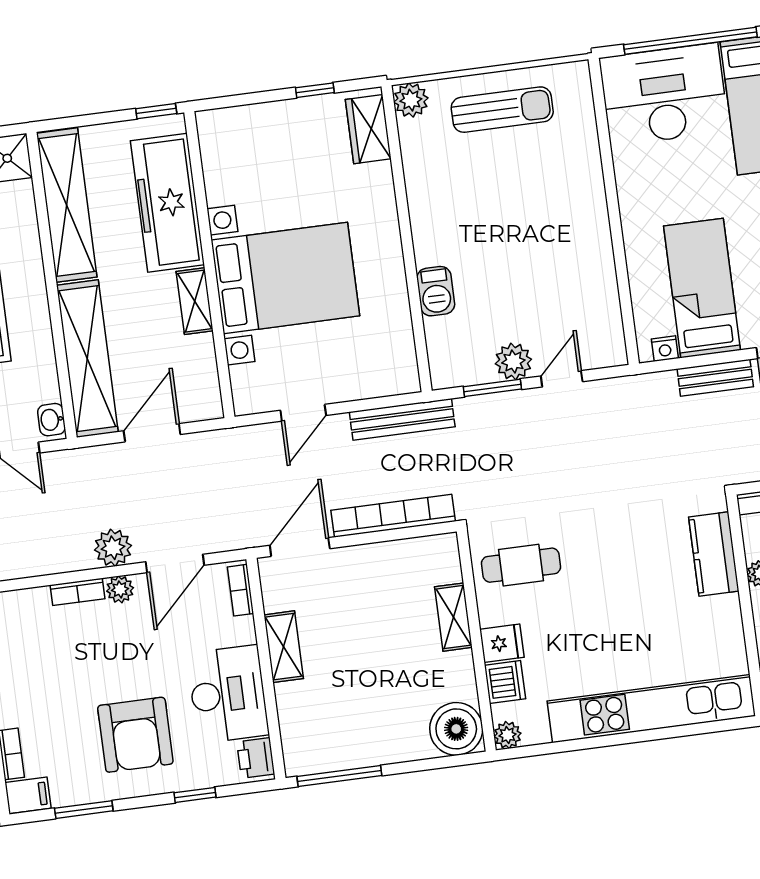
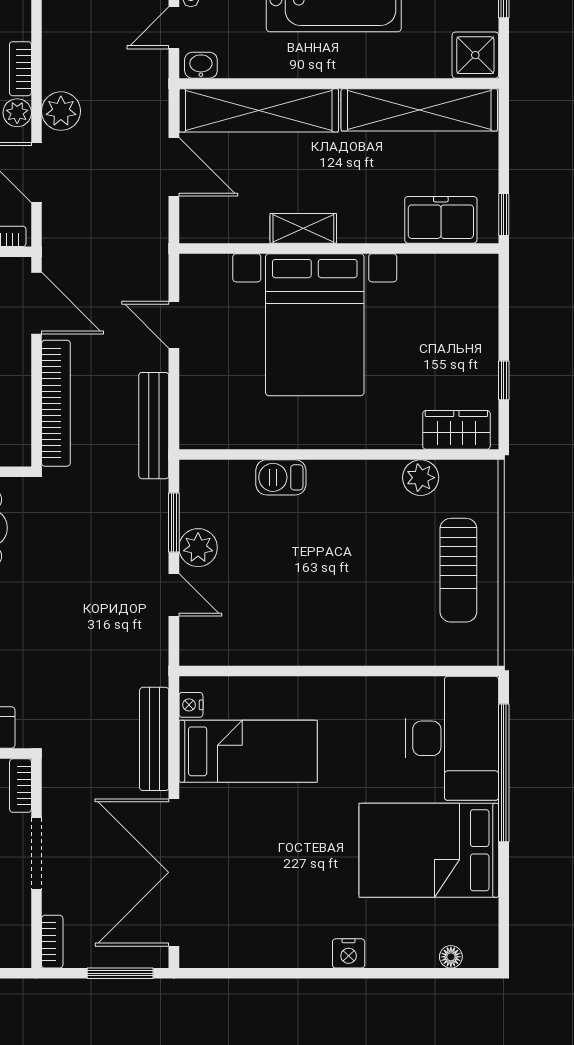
plant: (411, 100) -> (421, 478), moved
freezer: (167, 203) -> (441, 220), width x0.52, depth x0.79
bench: (715, 378) -> (154, 739), width x1.36

